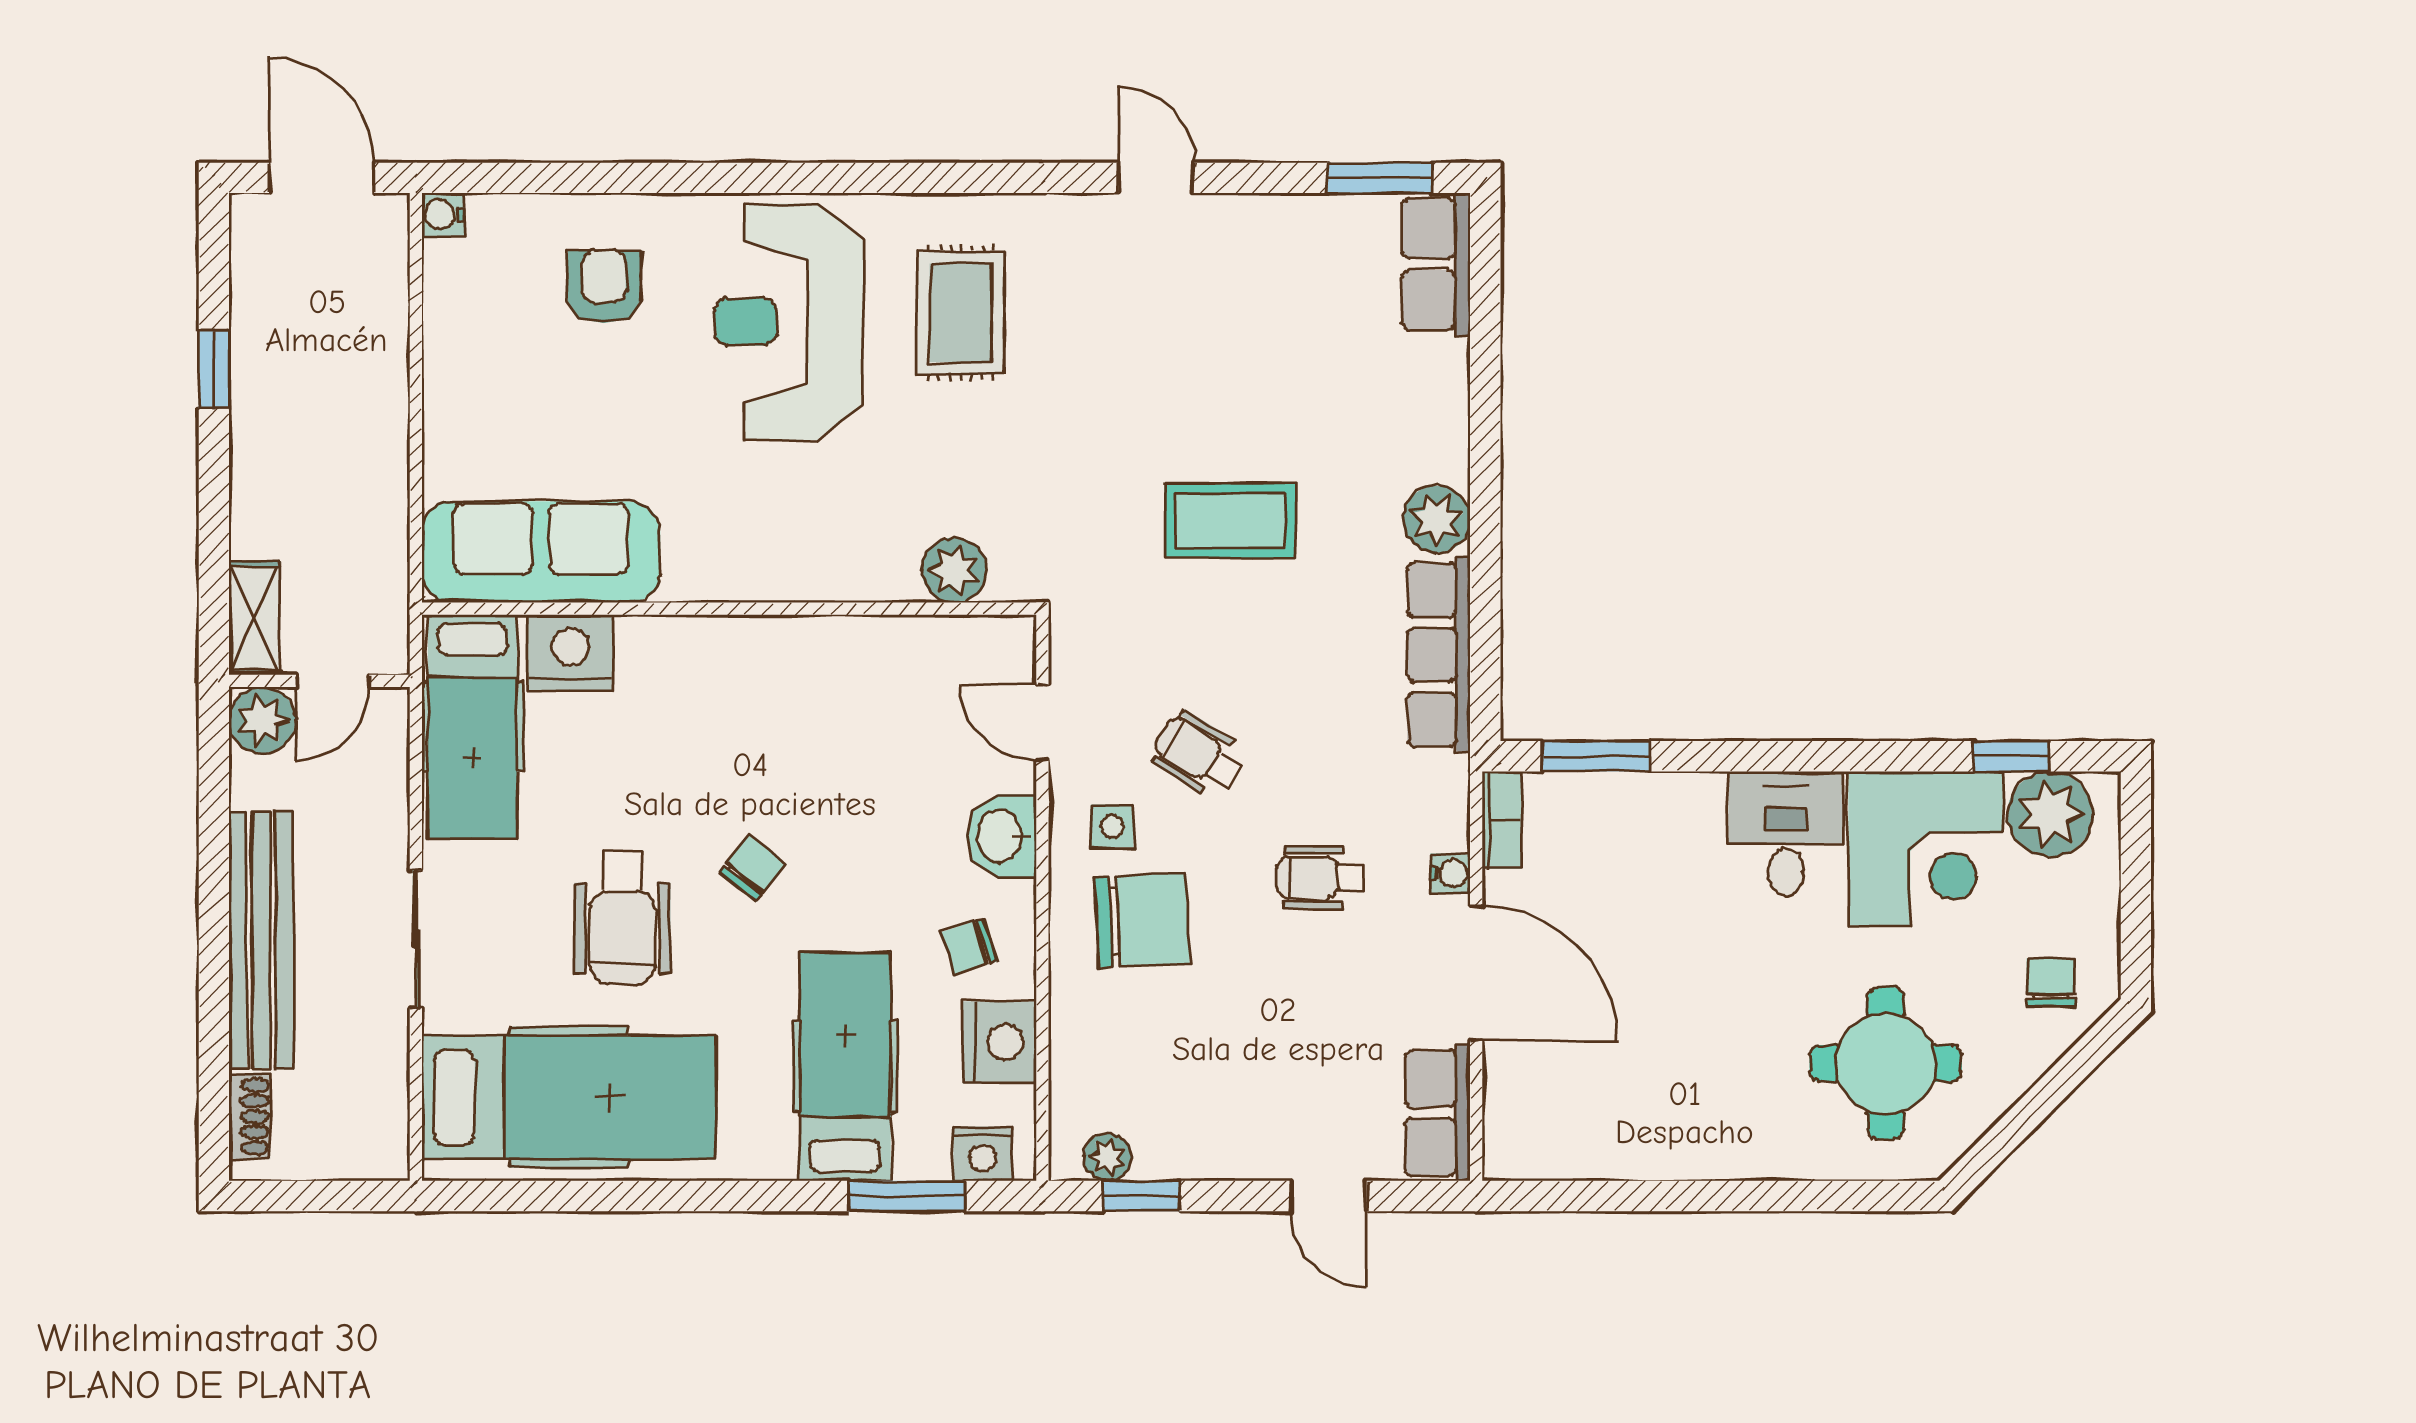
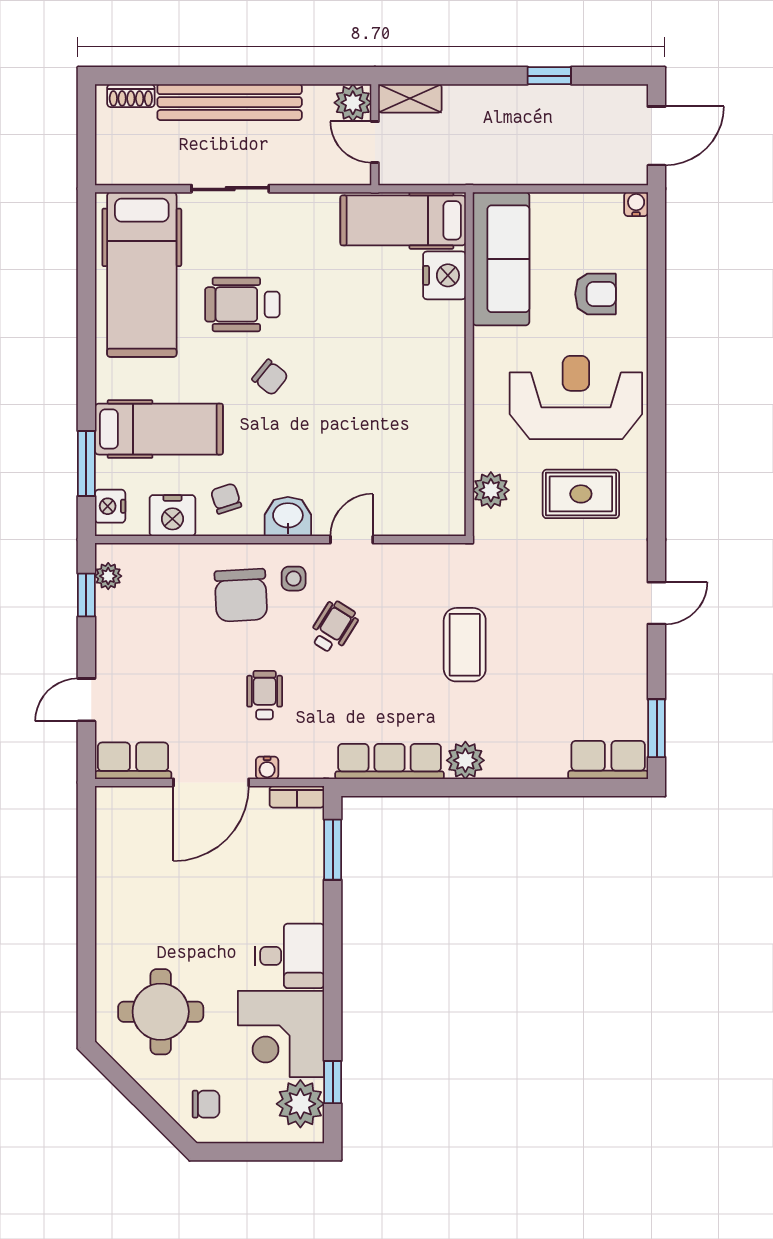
sofa: (541, 552) -> (501, 259), moved
plant: (954, 570) -> (491, 490), moved
wall: (729, 609) -> (469, 364), moved
nightstand: (571, 653) -> (444, 275), moved
hospital bed: (472, 727) -> (403, 220), moved

